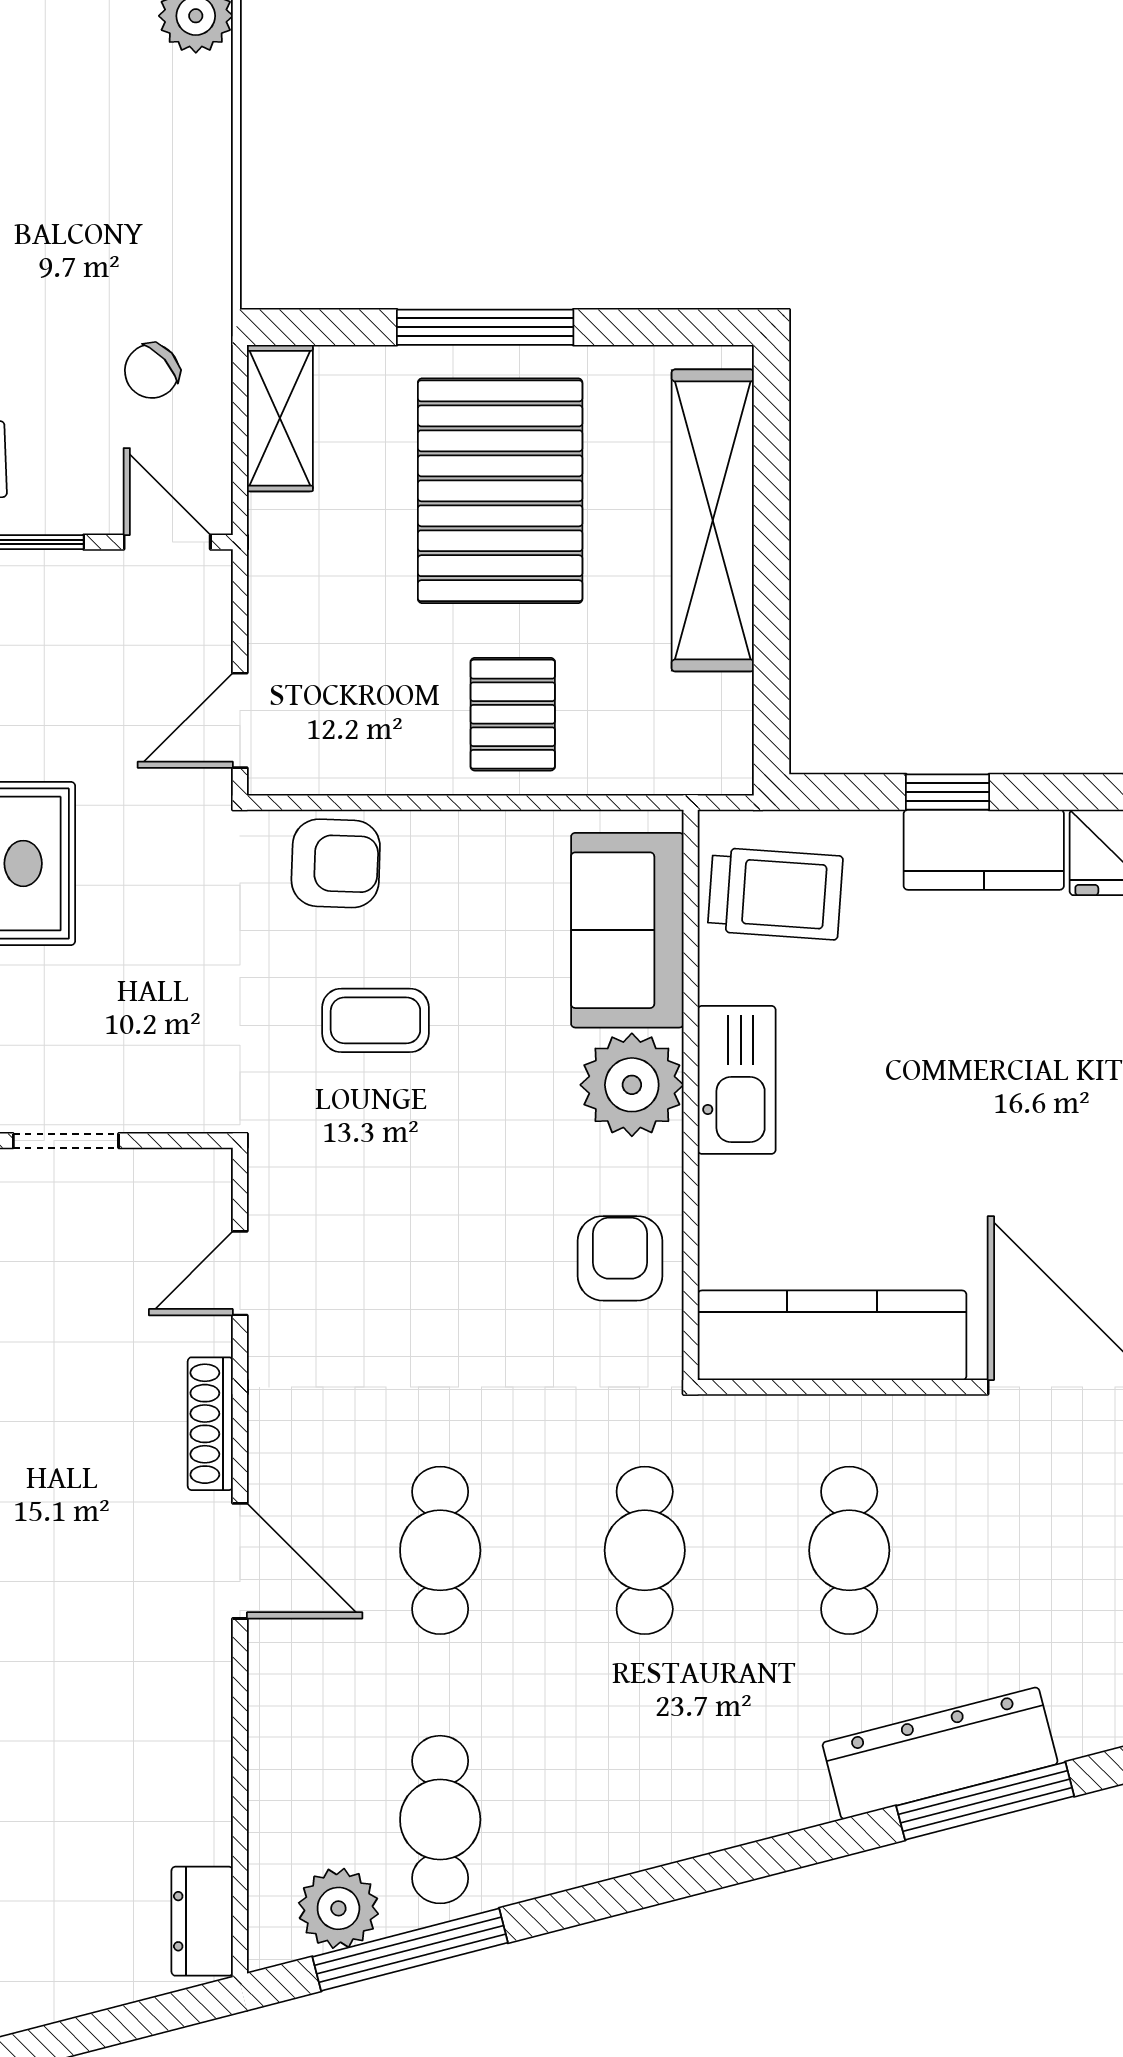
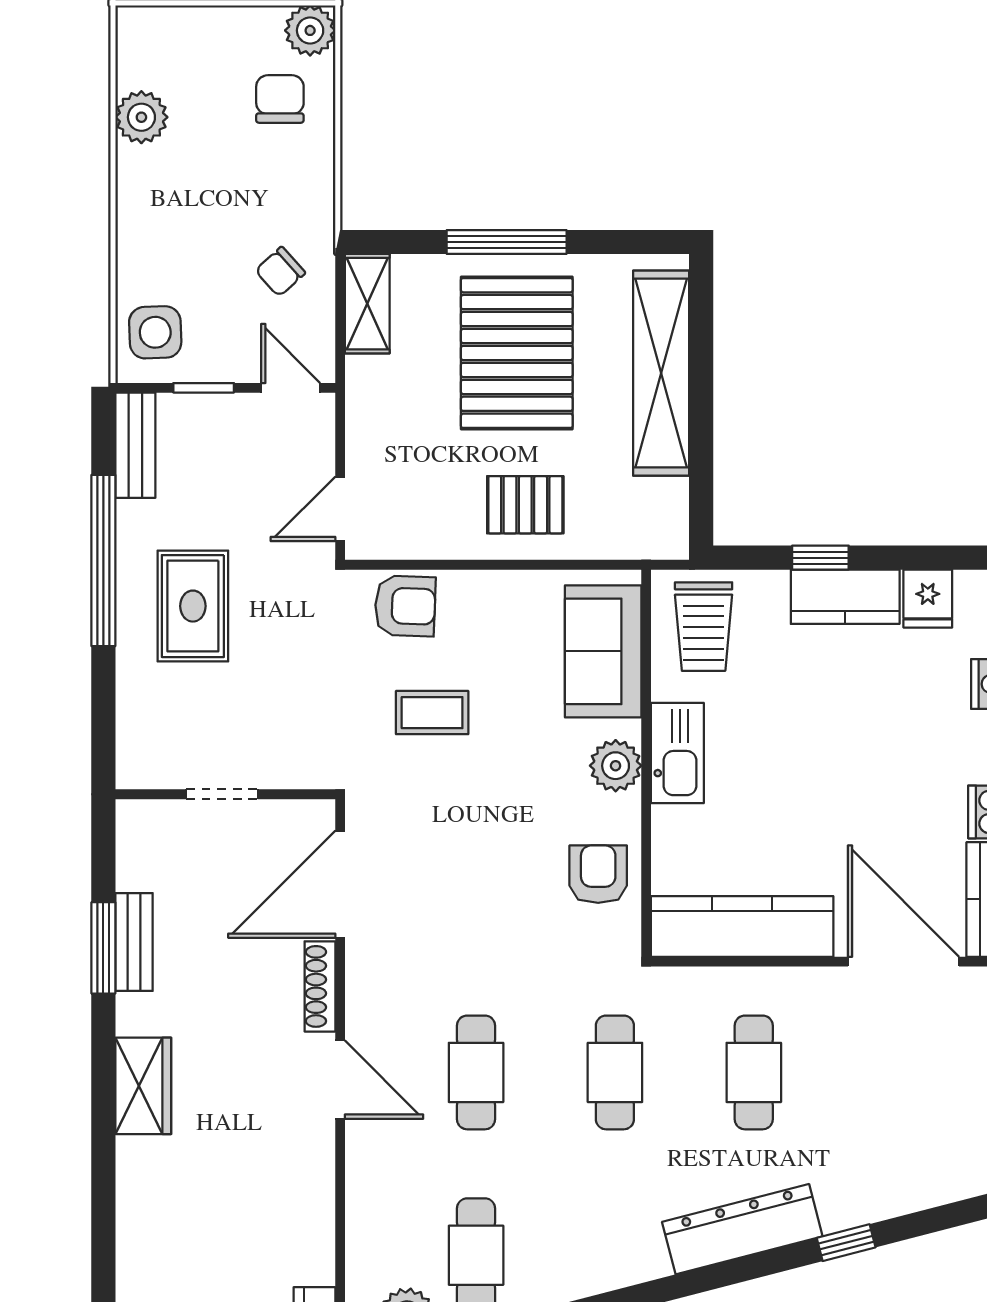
chair: (151, 117) -> (280, 99), added
pallet: (513, 714) -> (525, 505), turned 90
trolley: (775, 894) -> (704, 627), turned 86
plant: (632, 1085) -> (616, 766), width x0.73, depth x0.73
door: (240, 1273) -> (340, 884), width x1.88
dresser: (940, 1753) -> (742, 1229), moved
window: (985, 1801) -> (846, 1243), width x0.46

